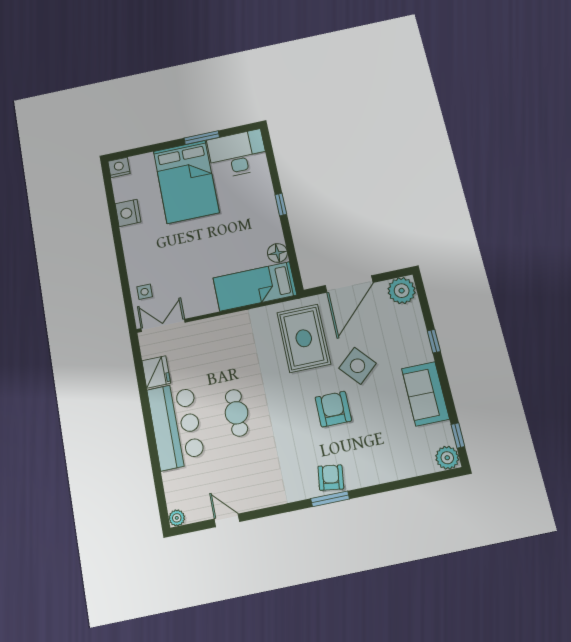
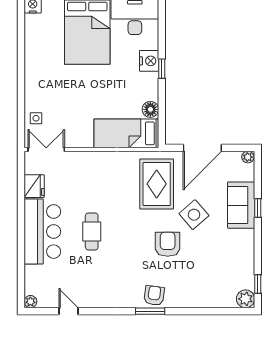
nightstand: (128, 213) -> (149, 61), moved, turned 180
plant: (402, 291) -> (248, 157), width x0.53, depth x0.53
sofa: (425, 394) -> (241, 205), moved

